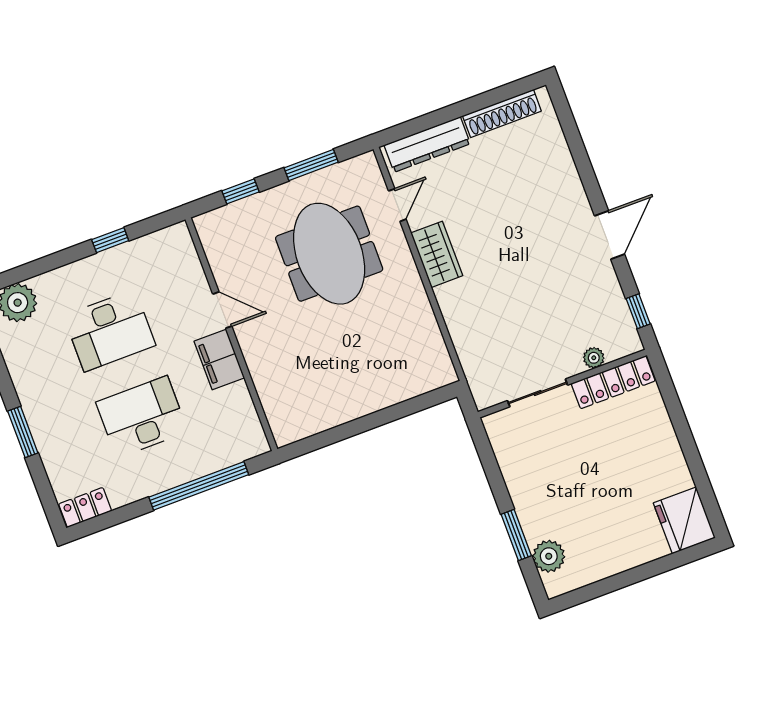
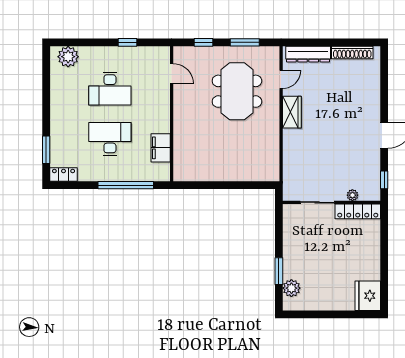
door: (222, 310) -> (172, 74), moved
filing cabinet: (219, 360) -> (161, 148), moved
window: (23, 432) -> (46, 150), moved

